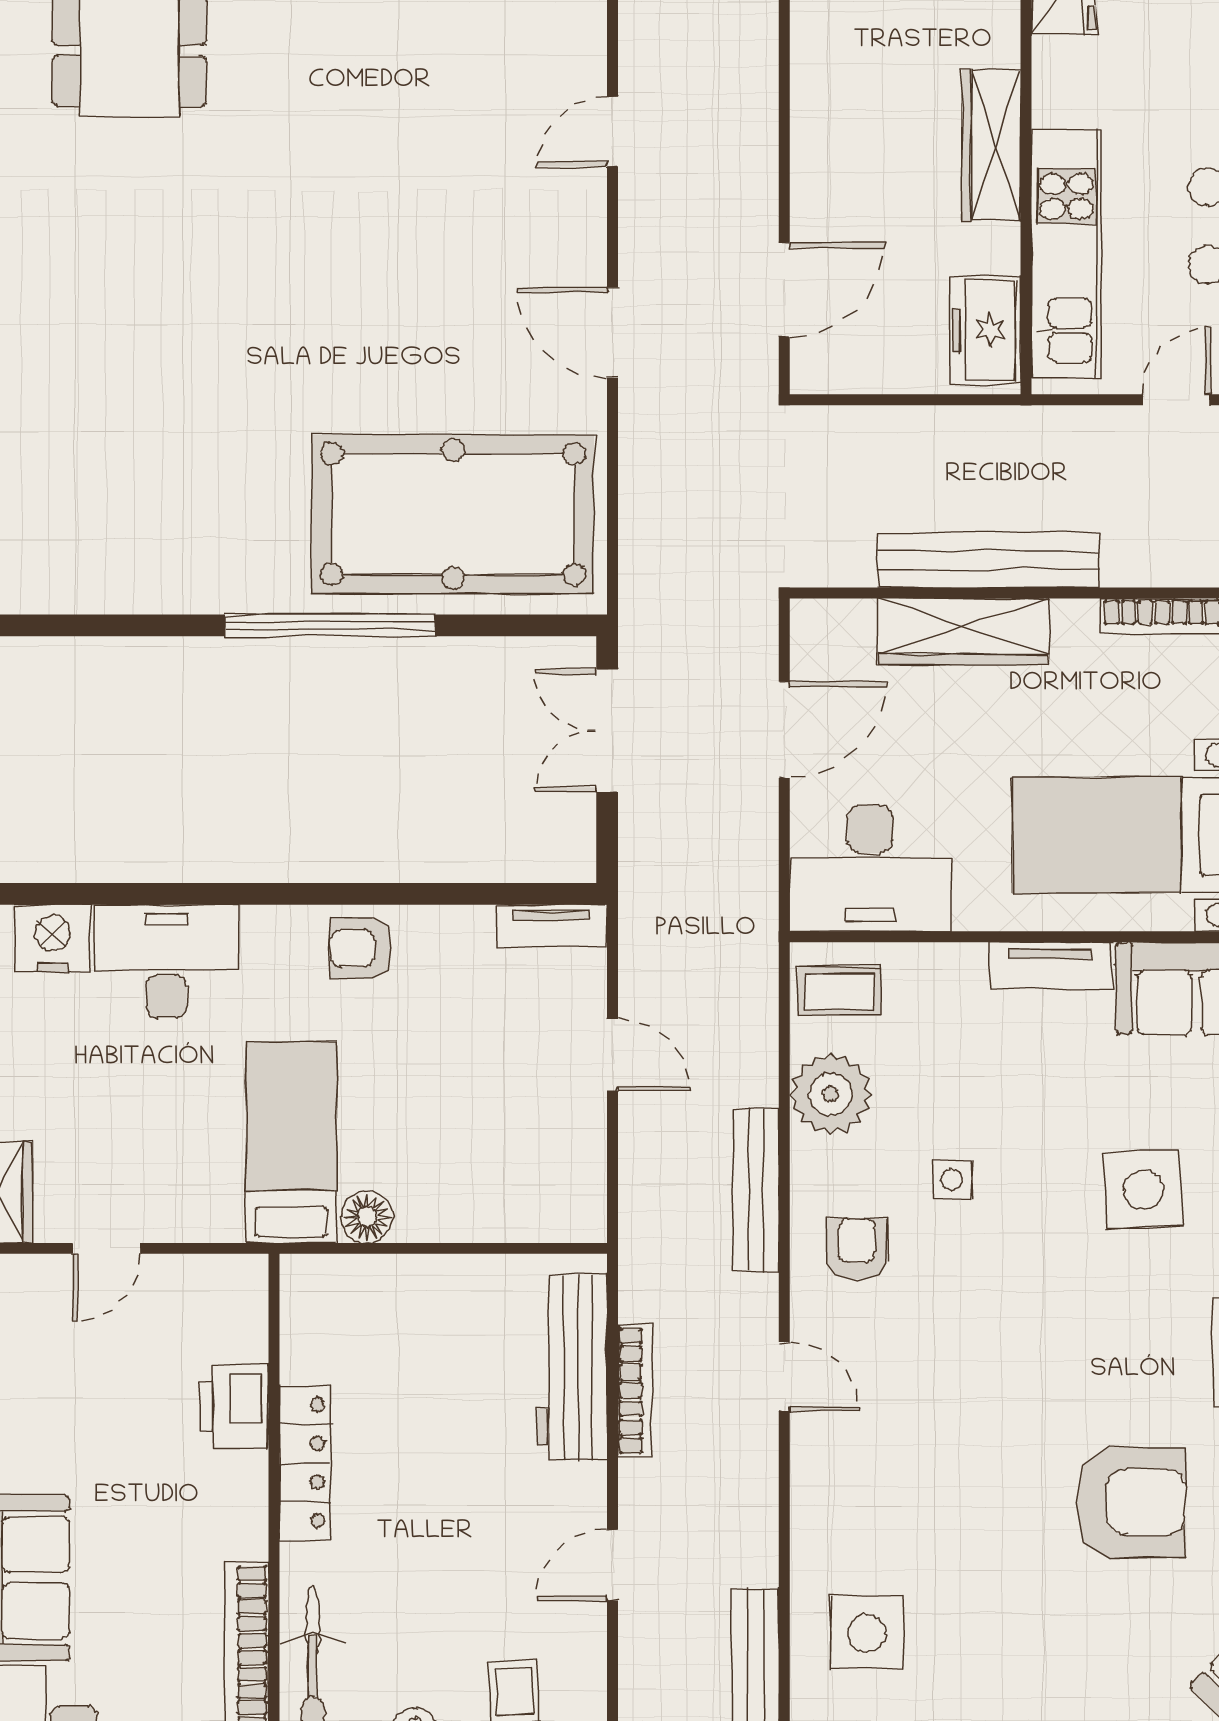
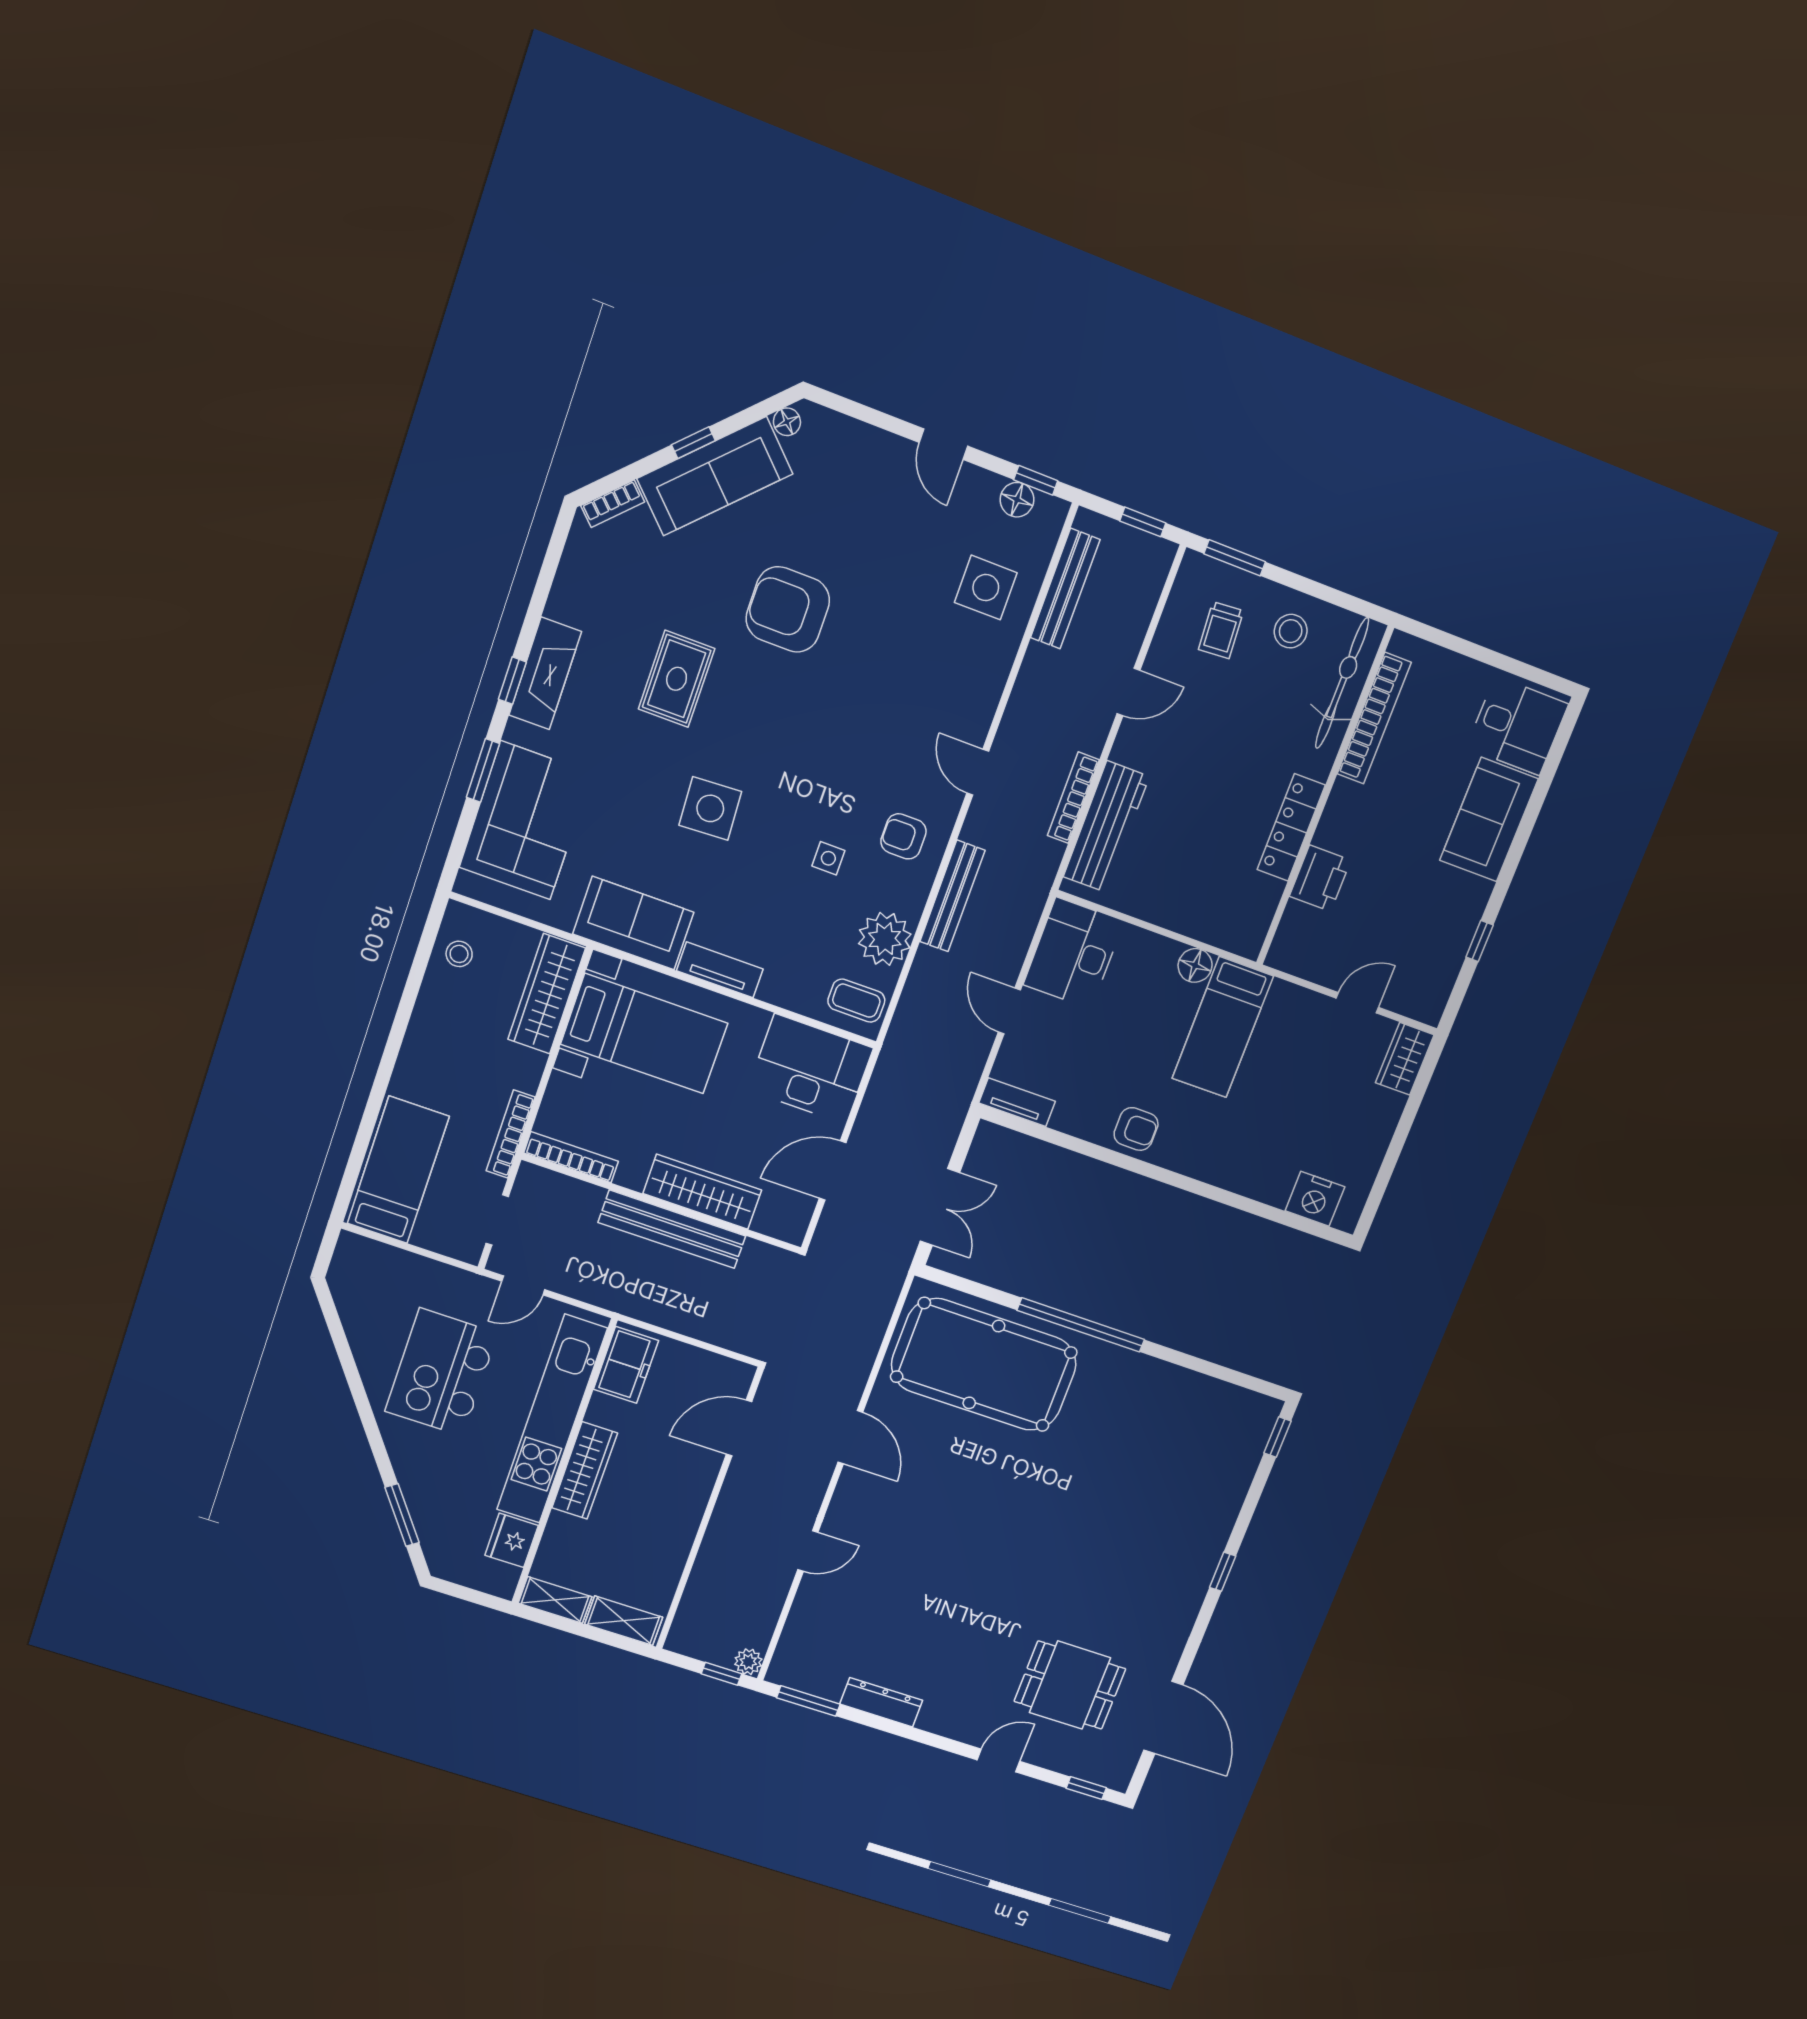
kitchen unit: (1066, 254) -> (552, 1419), width x1.36
desk: (166, 961) -> (1074, 953), moved, turned 90
armchair: (857, 1249) -> (903, 836), turned 90

